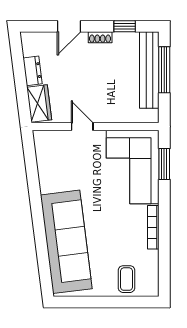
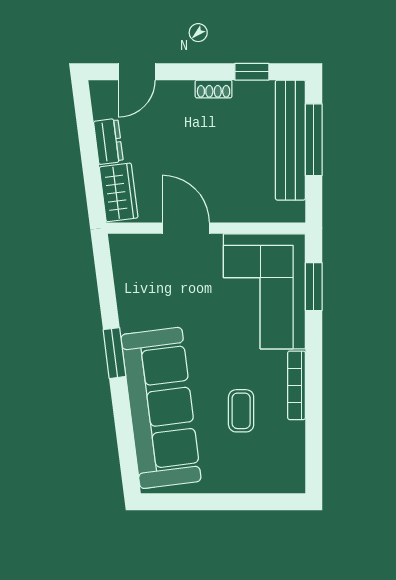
door: (69, 26) -> (137, 72), moved
door: (82, 126) -> (186, 228), width x1.38
window: (36, 207) -> (114, 353), added
coffee table: (127, 279) -> (241, 411), moved

